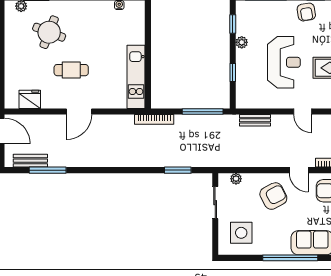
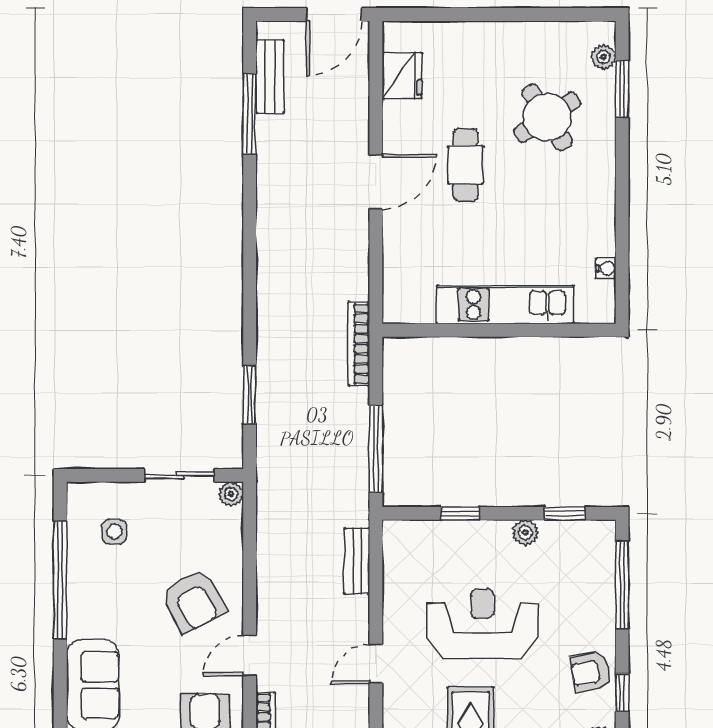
round table: (49, 32) -> (547, 117), turned 36
reception desk: (284, 62) -> (482, 624), turned 180
kitchen unit: (136, 77) -> (505, 305), moved
door: (79, 112) -> (376, 182), swing flipped
plant: (236, 179) -> (231, 494), moved
side table: (241, 233) -> (114, 532), width x0.54, depth x0.54
window: (290, 258) -> (60, 580), moved

